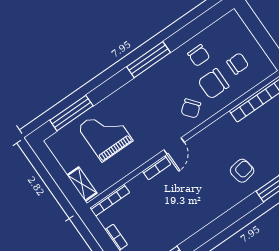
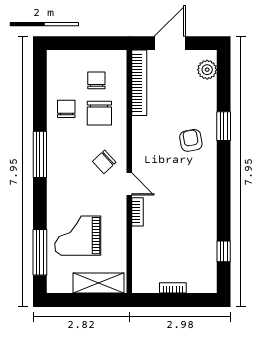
chair: (199, 55) -> (66, 109), turned -90
chair: (191, 108) -> (104, 162), moved, turned 86
shelving: (82, 184) -> (98, 283), width x1.50, depth x1.33
bookcase: (110, 200) -> (137, 271), removed

